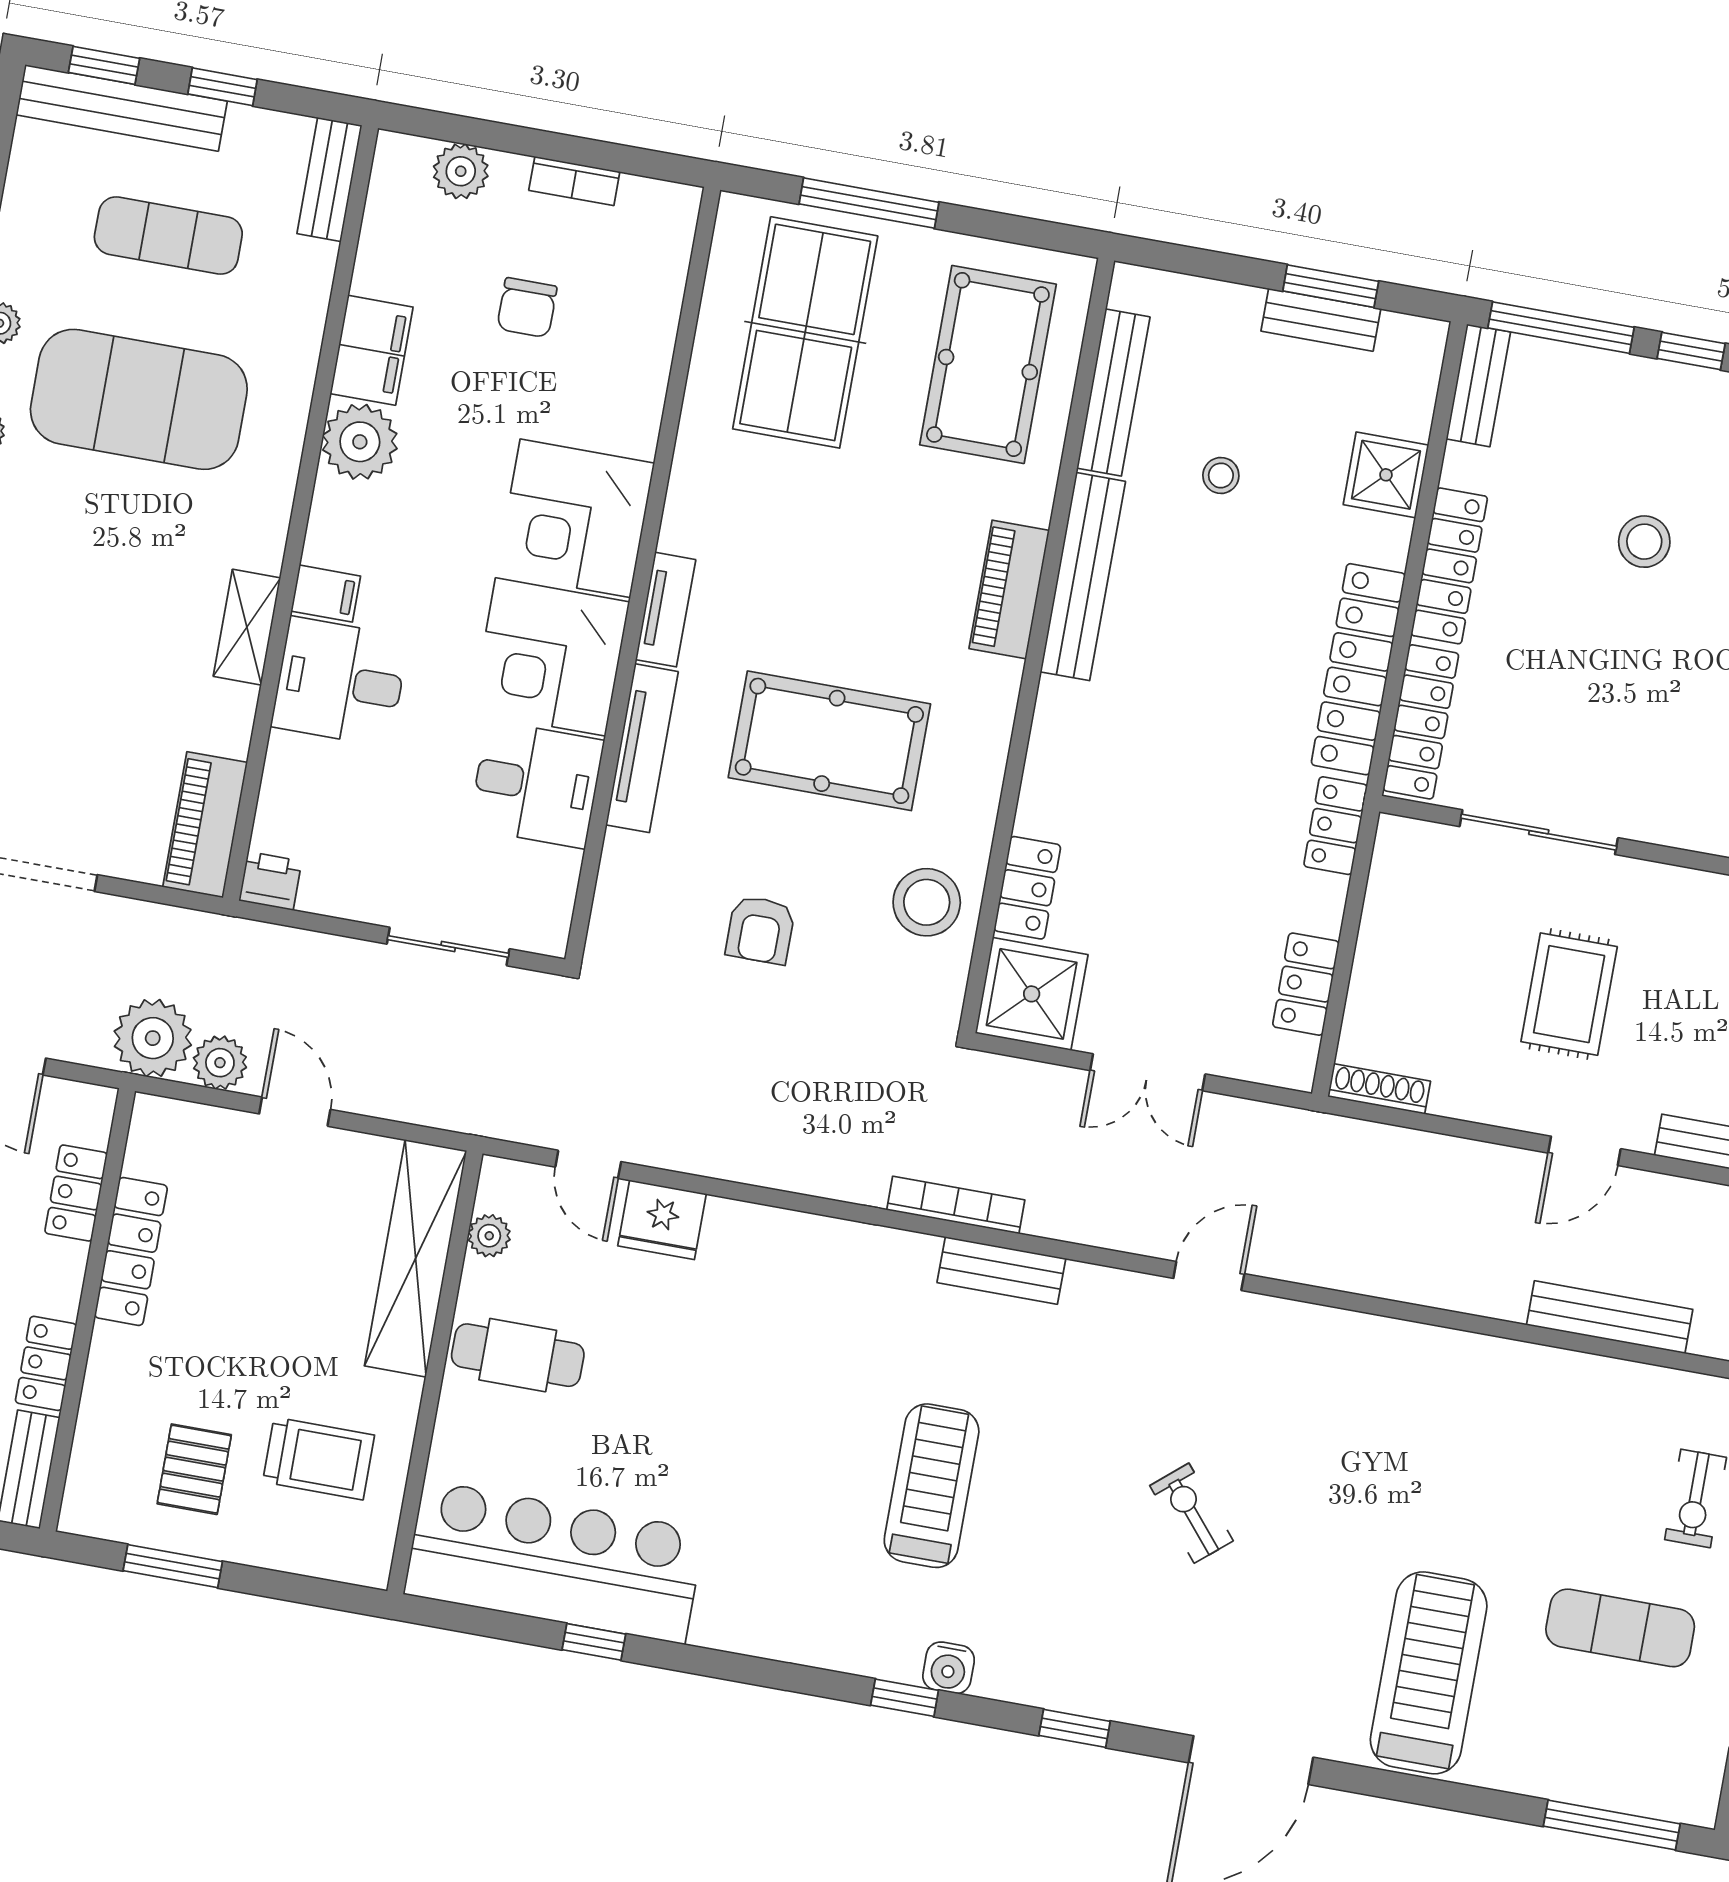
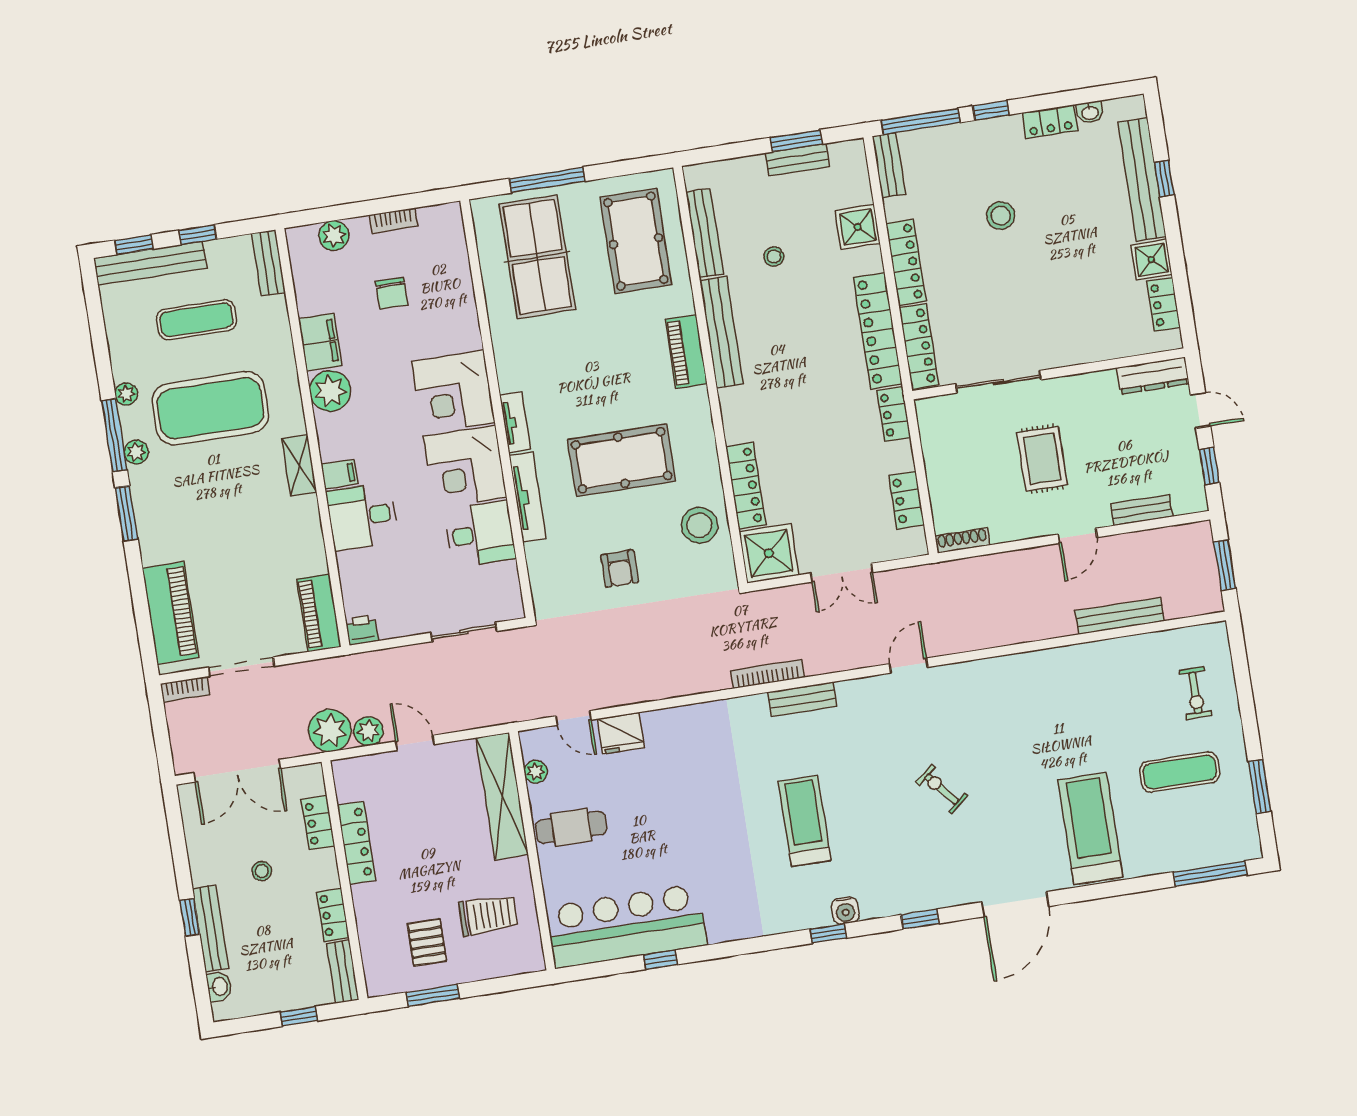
shelving: (247, 627) -> (299, 465), moved
locker: (1027, 888) -> (746, 486), width x1.53

